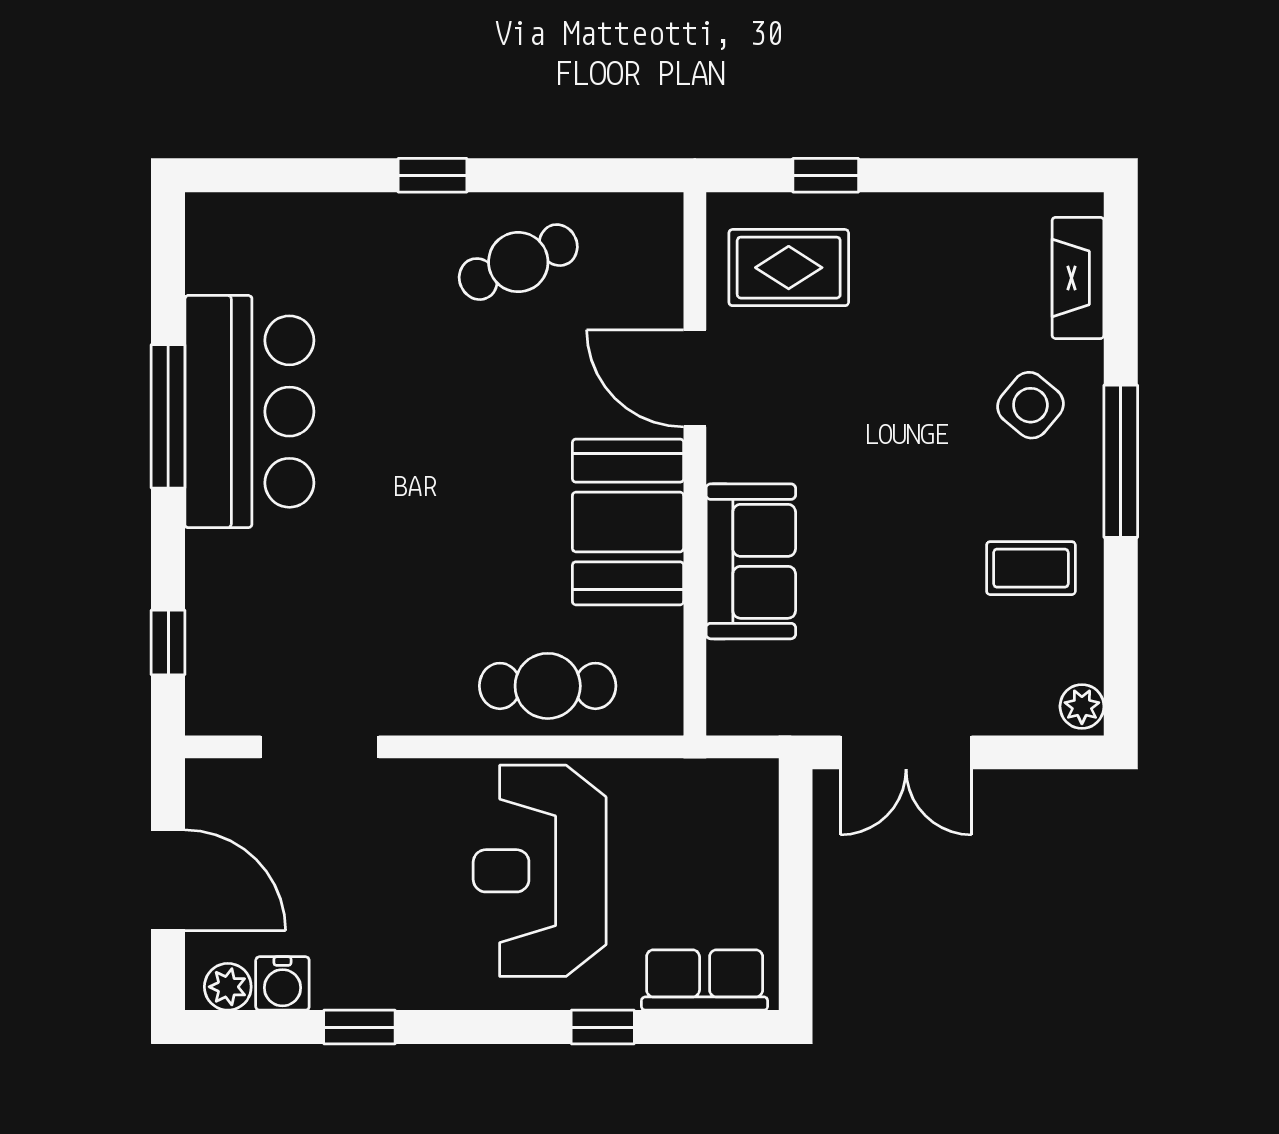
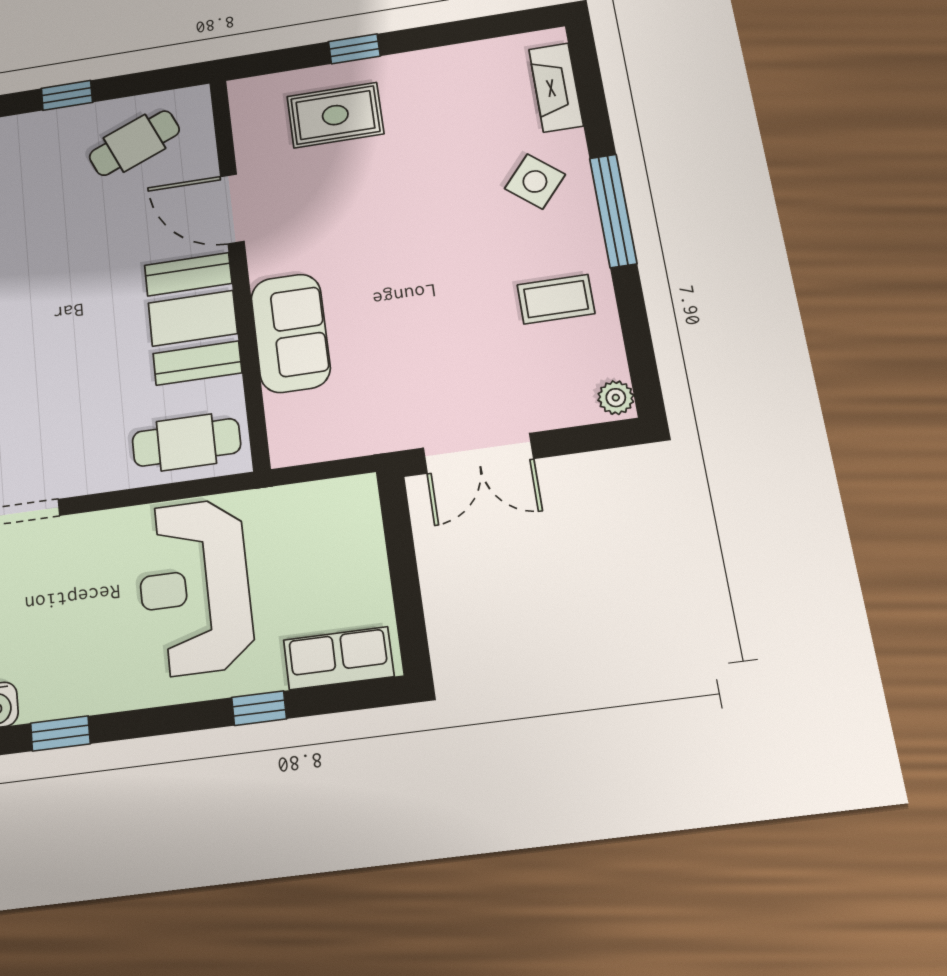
door: (695, 378) -> (232, 209), moved
wall: (695, 464) -> (239, 269), moved
booth: (628, 522) -> (193, 318), moved
sofa: (751, 561) -> (290, 333), moved

